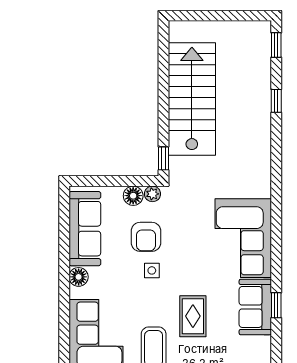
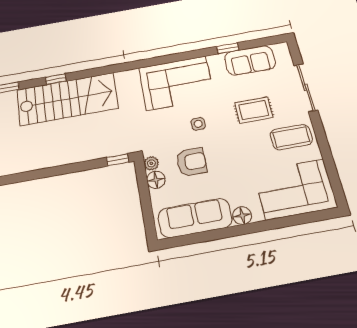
stairs: (192, 99) -> (67, 99), moved, turned 180
side table: (152, 270) -> (198, 124), moved
sofa: (255, 307) -> (250, 60), moved

